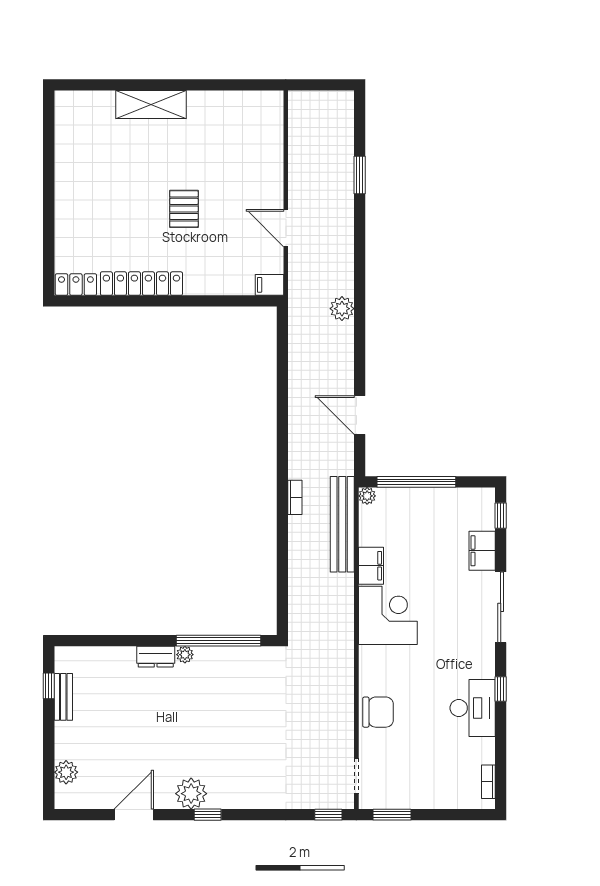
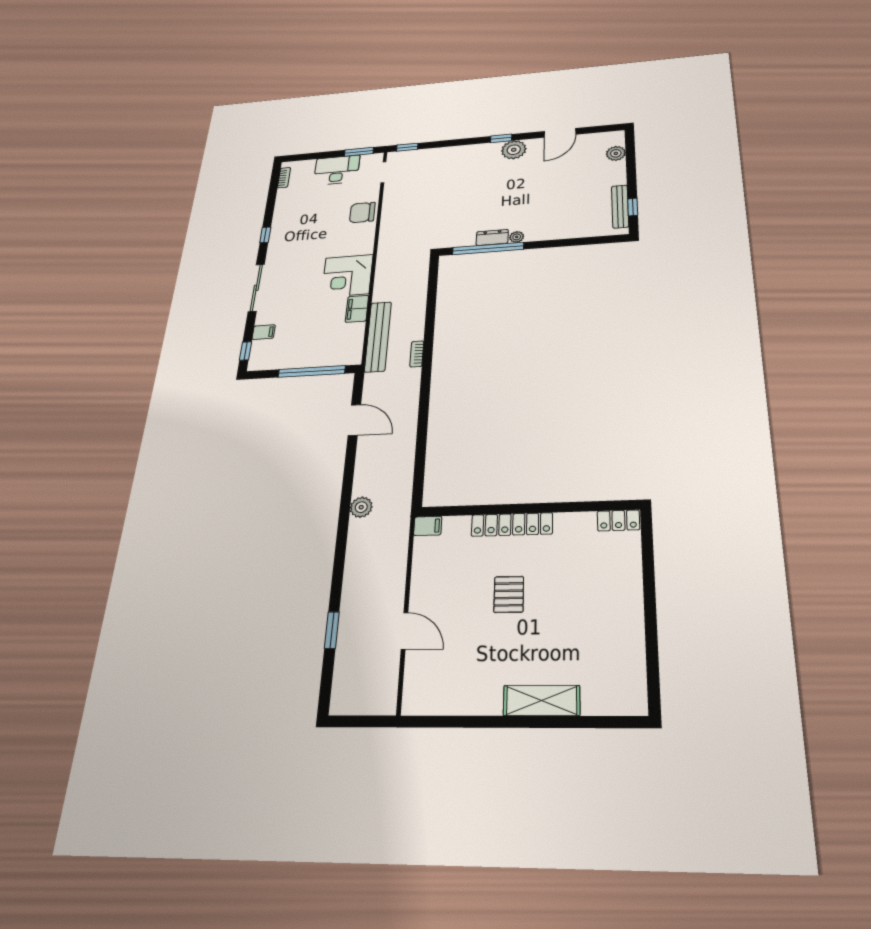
door: (286, 228) -> (404, 631), moved
locker: (141, 284) -> (512, 524), moved
plant: (367, 496) -> (355, 359), removed
filing cabinet: (482, 551) -> (264, 332), width x0.50
dresser: (156, 657) -> (492, 237), moved
bench: (63, 697) -> (620, 206), width x1.36
desk: (473, 708) -> (337, 170), moved, turned 90

